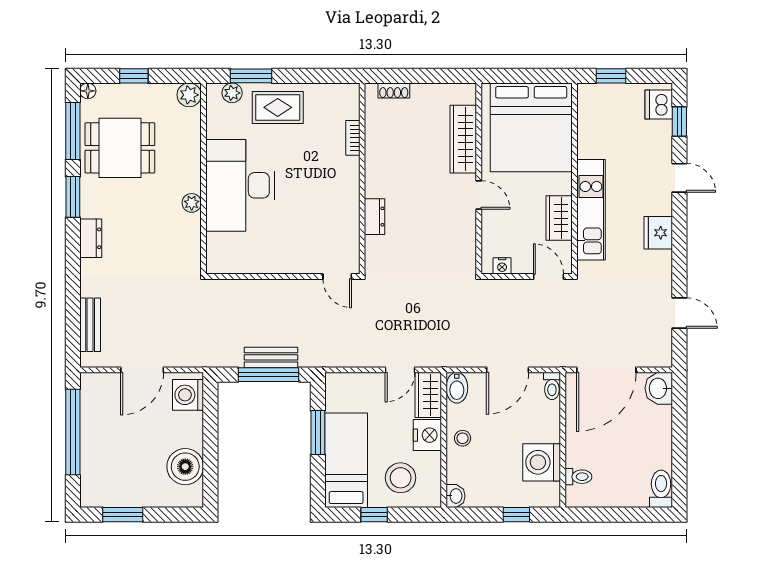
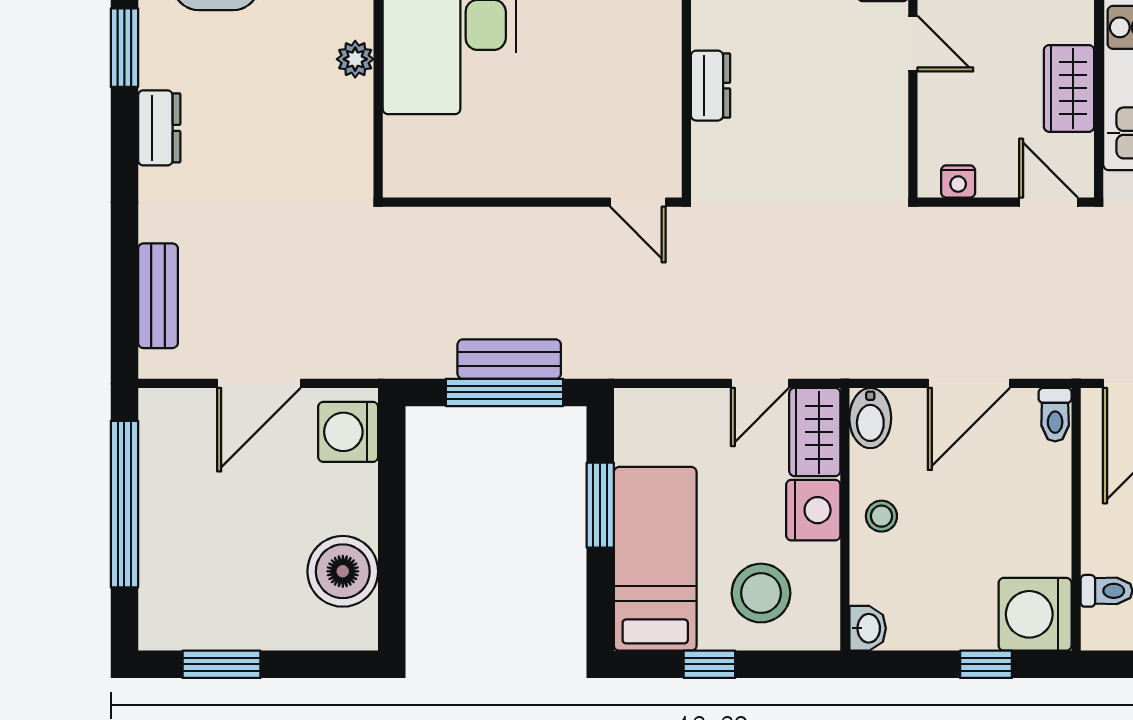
washing machine: (542, 462) -> (1035, 614), moved

